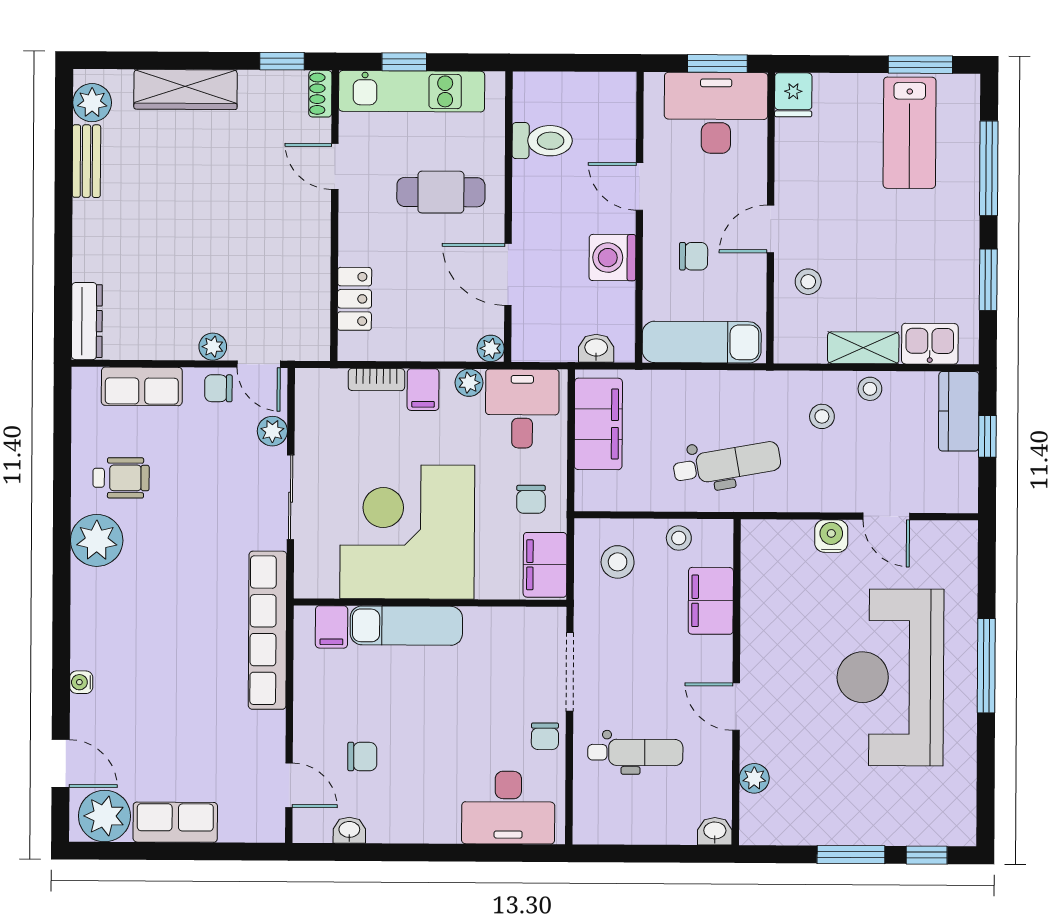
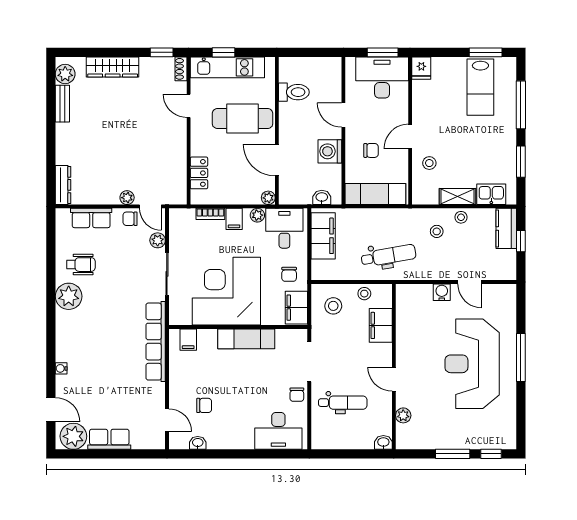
cafe table: (441, 192) -> (243, 119), width x1.37, depth x1.35
exam couch: (406, 626) -> (246, 339), moved

